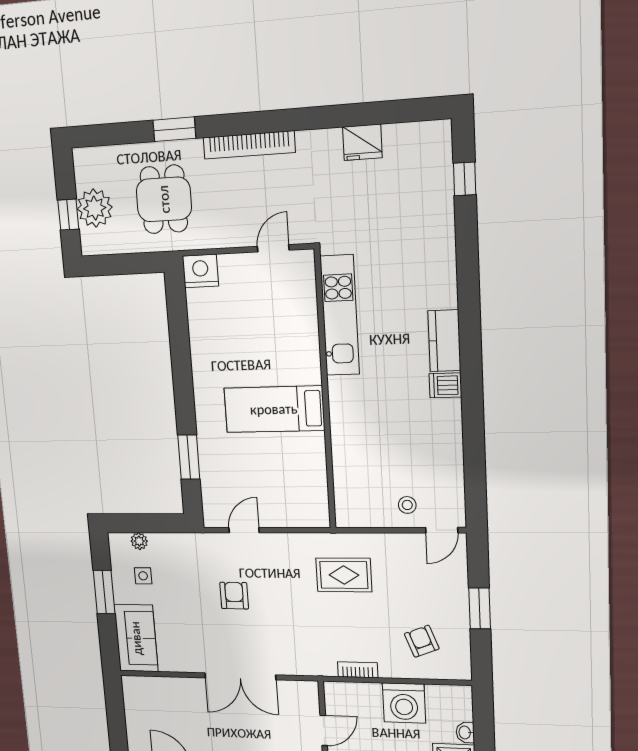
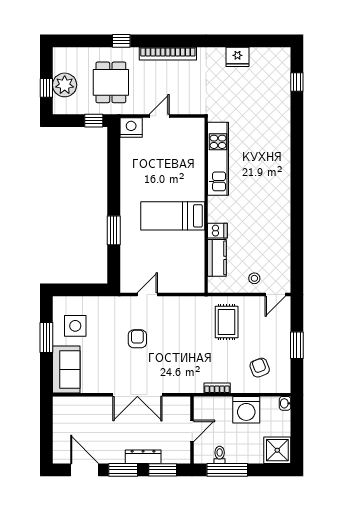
window: (174, 129) -> (121, 41), width x0.67
door: (273, 248) -> (159, 116), moved
window: (143, 263) -> (94, 121), added
kitchen counter: (444, 341) -> (217, 258), moved, turned 180
dishwasher: (445, 385) -> (217, 231), moved, turned 180
window: (189, 457) -> (114, 230), moved
plant: (139, 541) -> (75, 302), removed
rug: (344, 575) -> (227, 322), moved, turned 90
side table: (143, 576) -> (75, 326), width x1.87, depth x1.87
washbasin: (465, 732) -> (285, 403), moved

